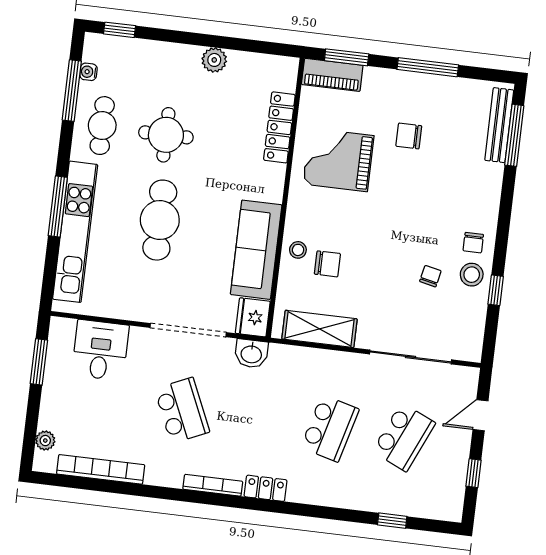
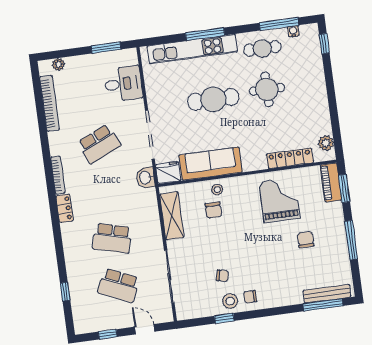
plant: (214, 60) -> (326, 143), moved

